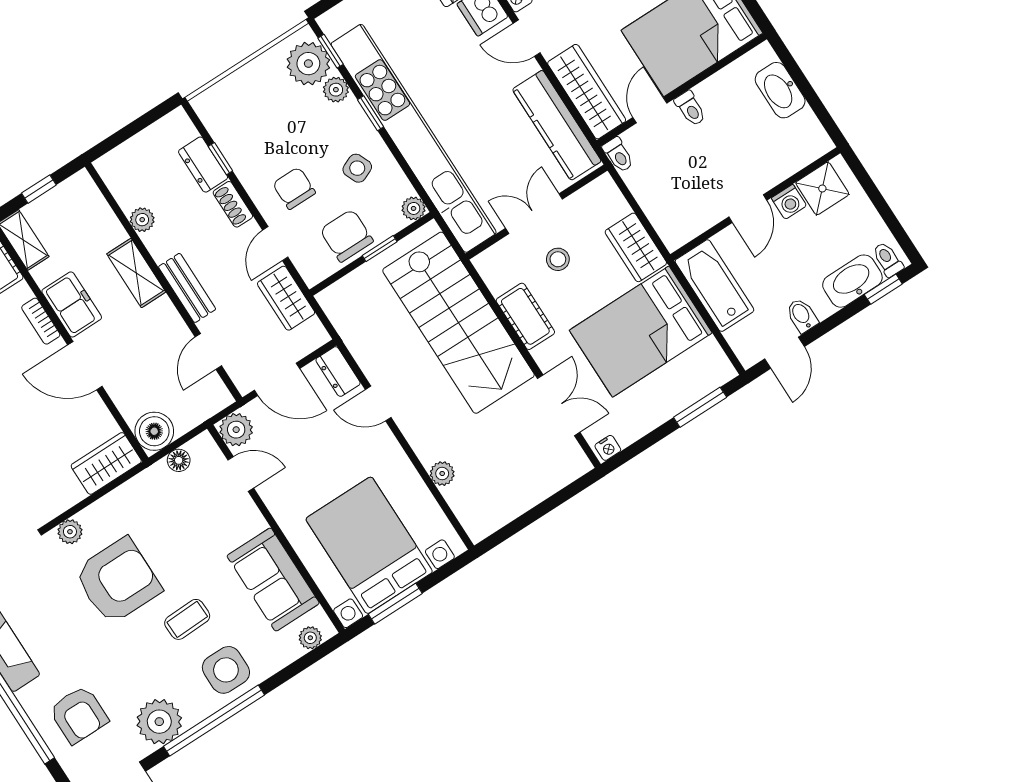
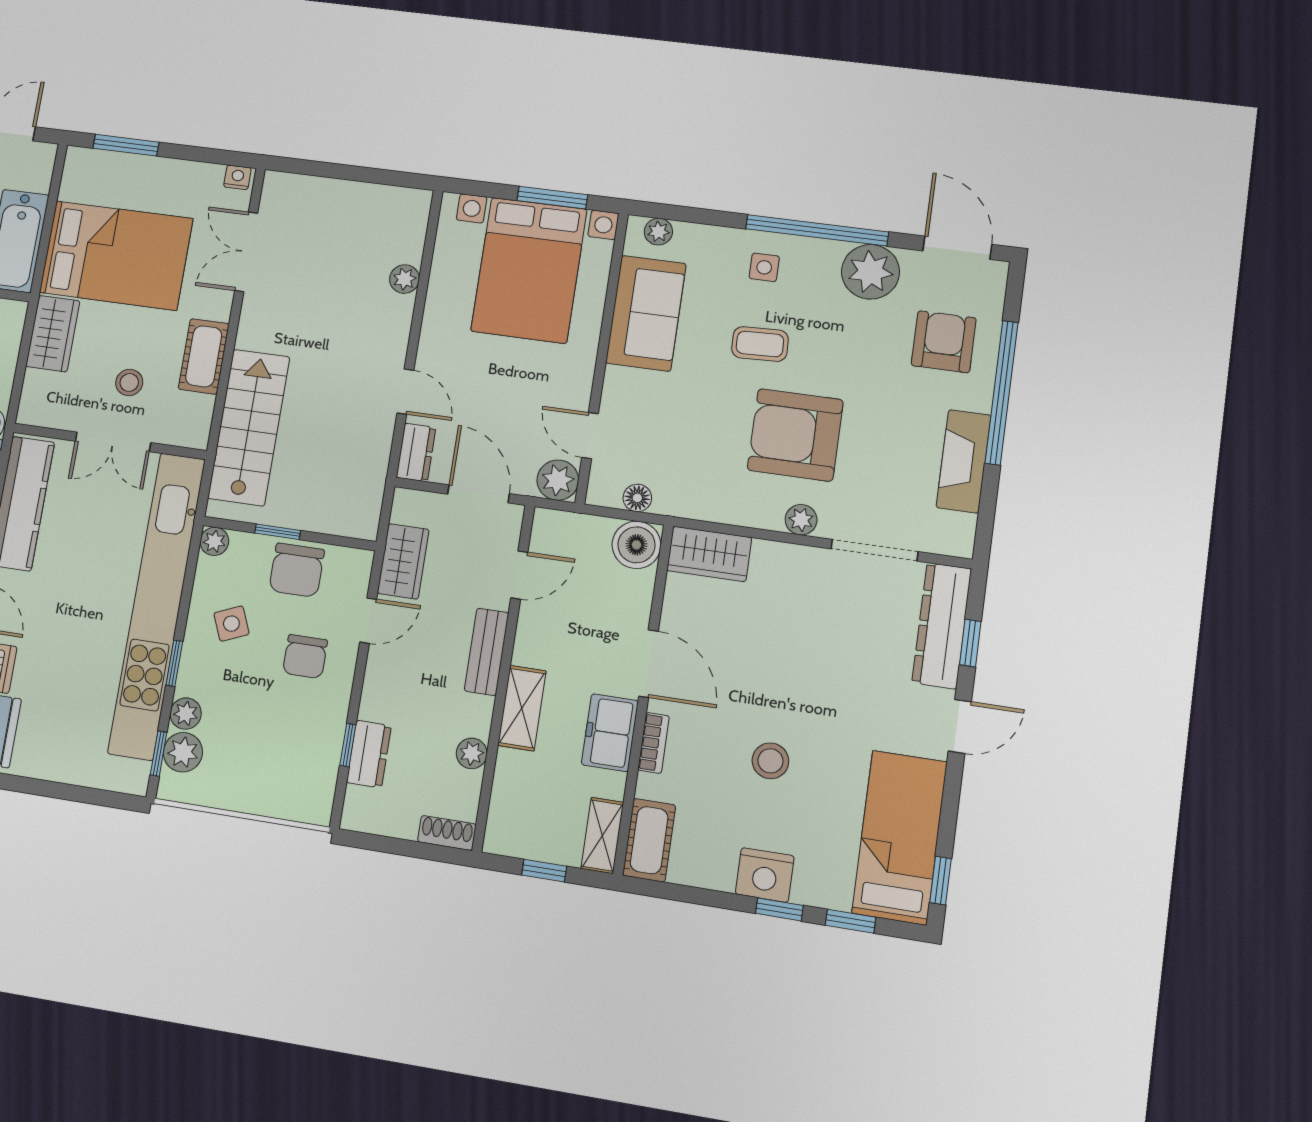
plant: (308, 64) -> (183, 752), width x0.73, depth x0.73
shoe rack: (233, 204) -> (447, 833), moved, turned -90
stairs: (458, 323) -> (249, 427), width x0.73, depth x0.66
side table: (226, 670) -> (764, 267), width x0.54, depth x0.54

